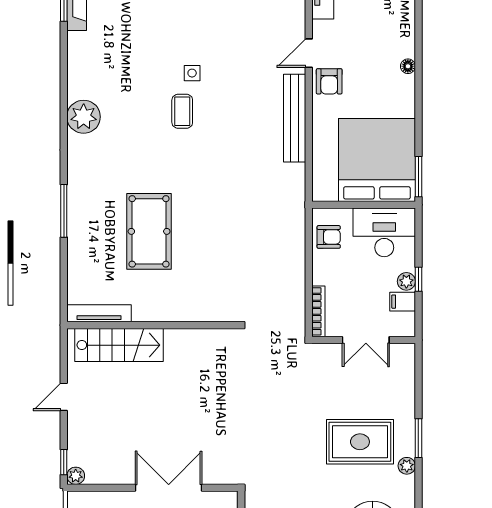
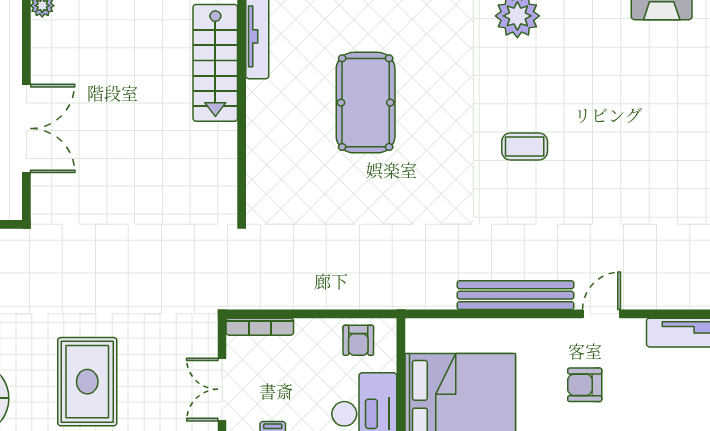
door: (309, 53) -> (602, 314), hinge flipped
side table: (192, 73) -> (575, 159), removed
armchair: (329, 81) -> (585, 385), moved
pool table: (149, 231) -> (366, 103), turned 90

